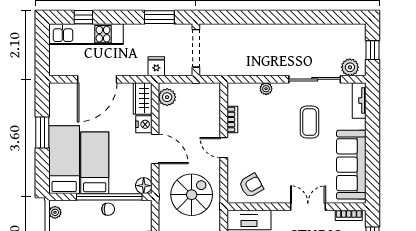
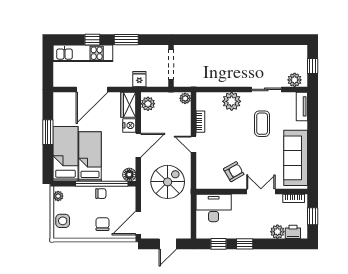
window: (83, 17) -> (92, 40), moved
window: (159, 17) -> (126, 40), moved
sliding door: (315, 79) -> (266, 89), width x0.73
plant: (266, 89) -> (232, 101), width x1.88, depth x1.88
plant: (214, 90) -> (185, 98), added
door: (155, 149) -> (138, 145), hinge flipped
armchair: (251, 186) -> (234, 172), moved

